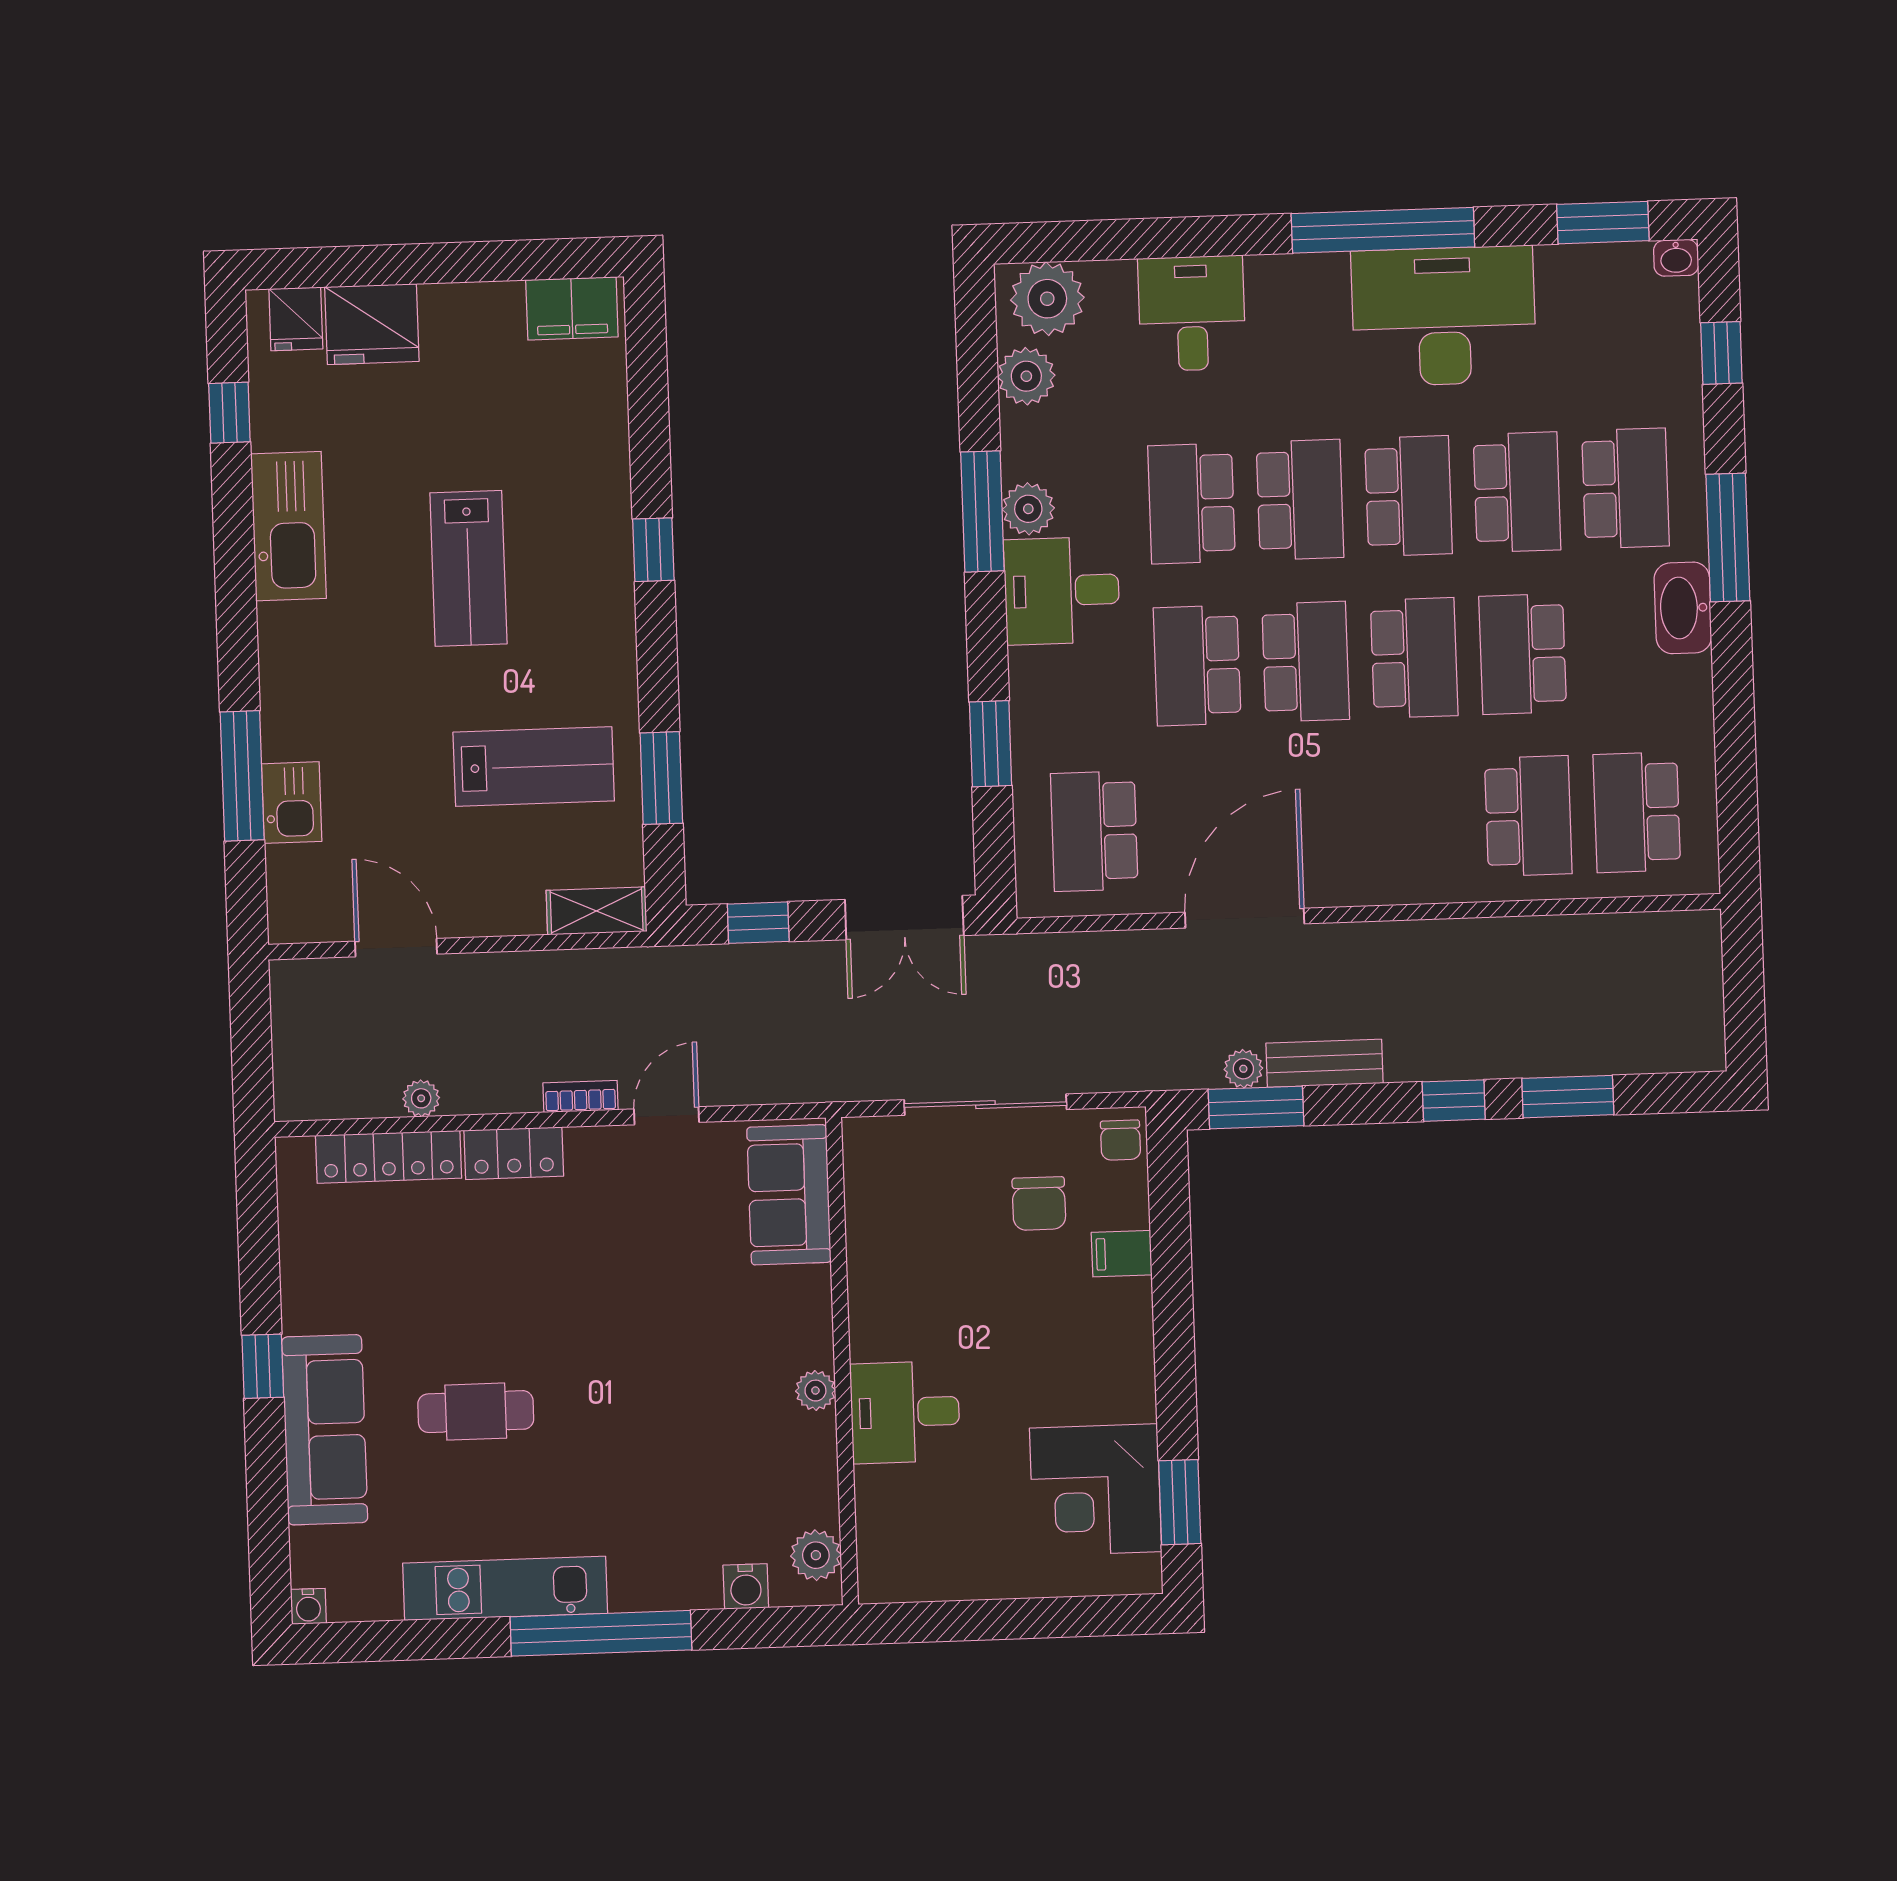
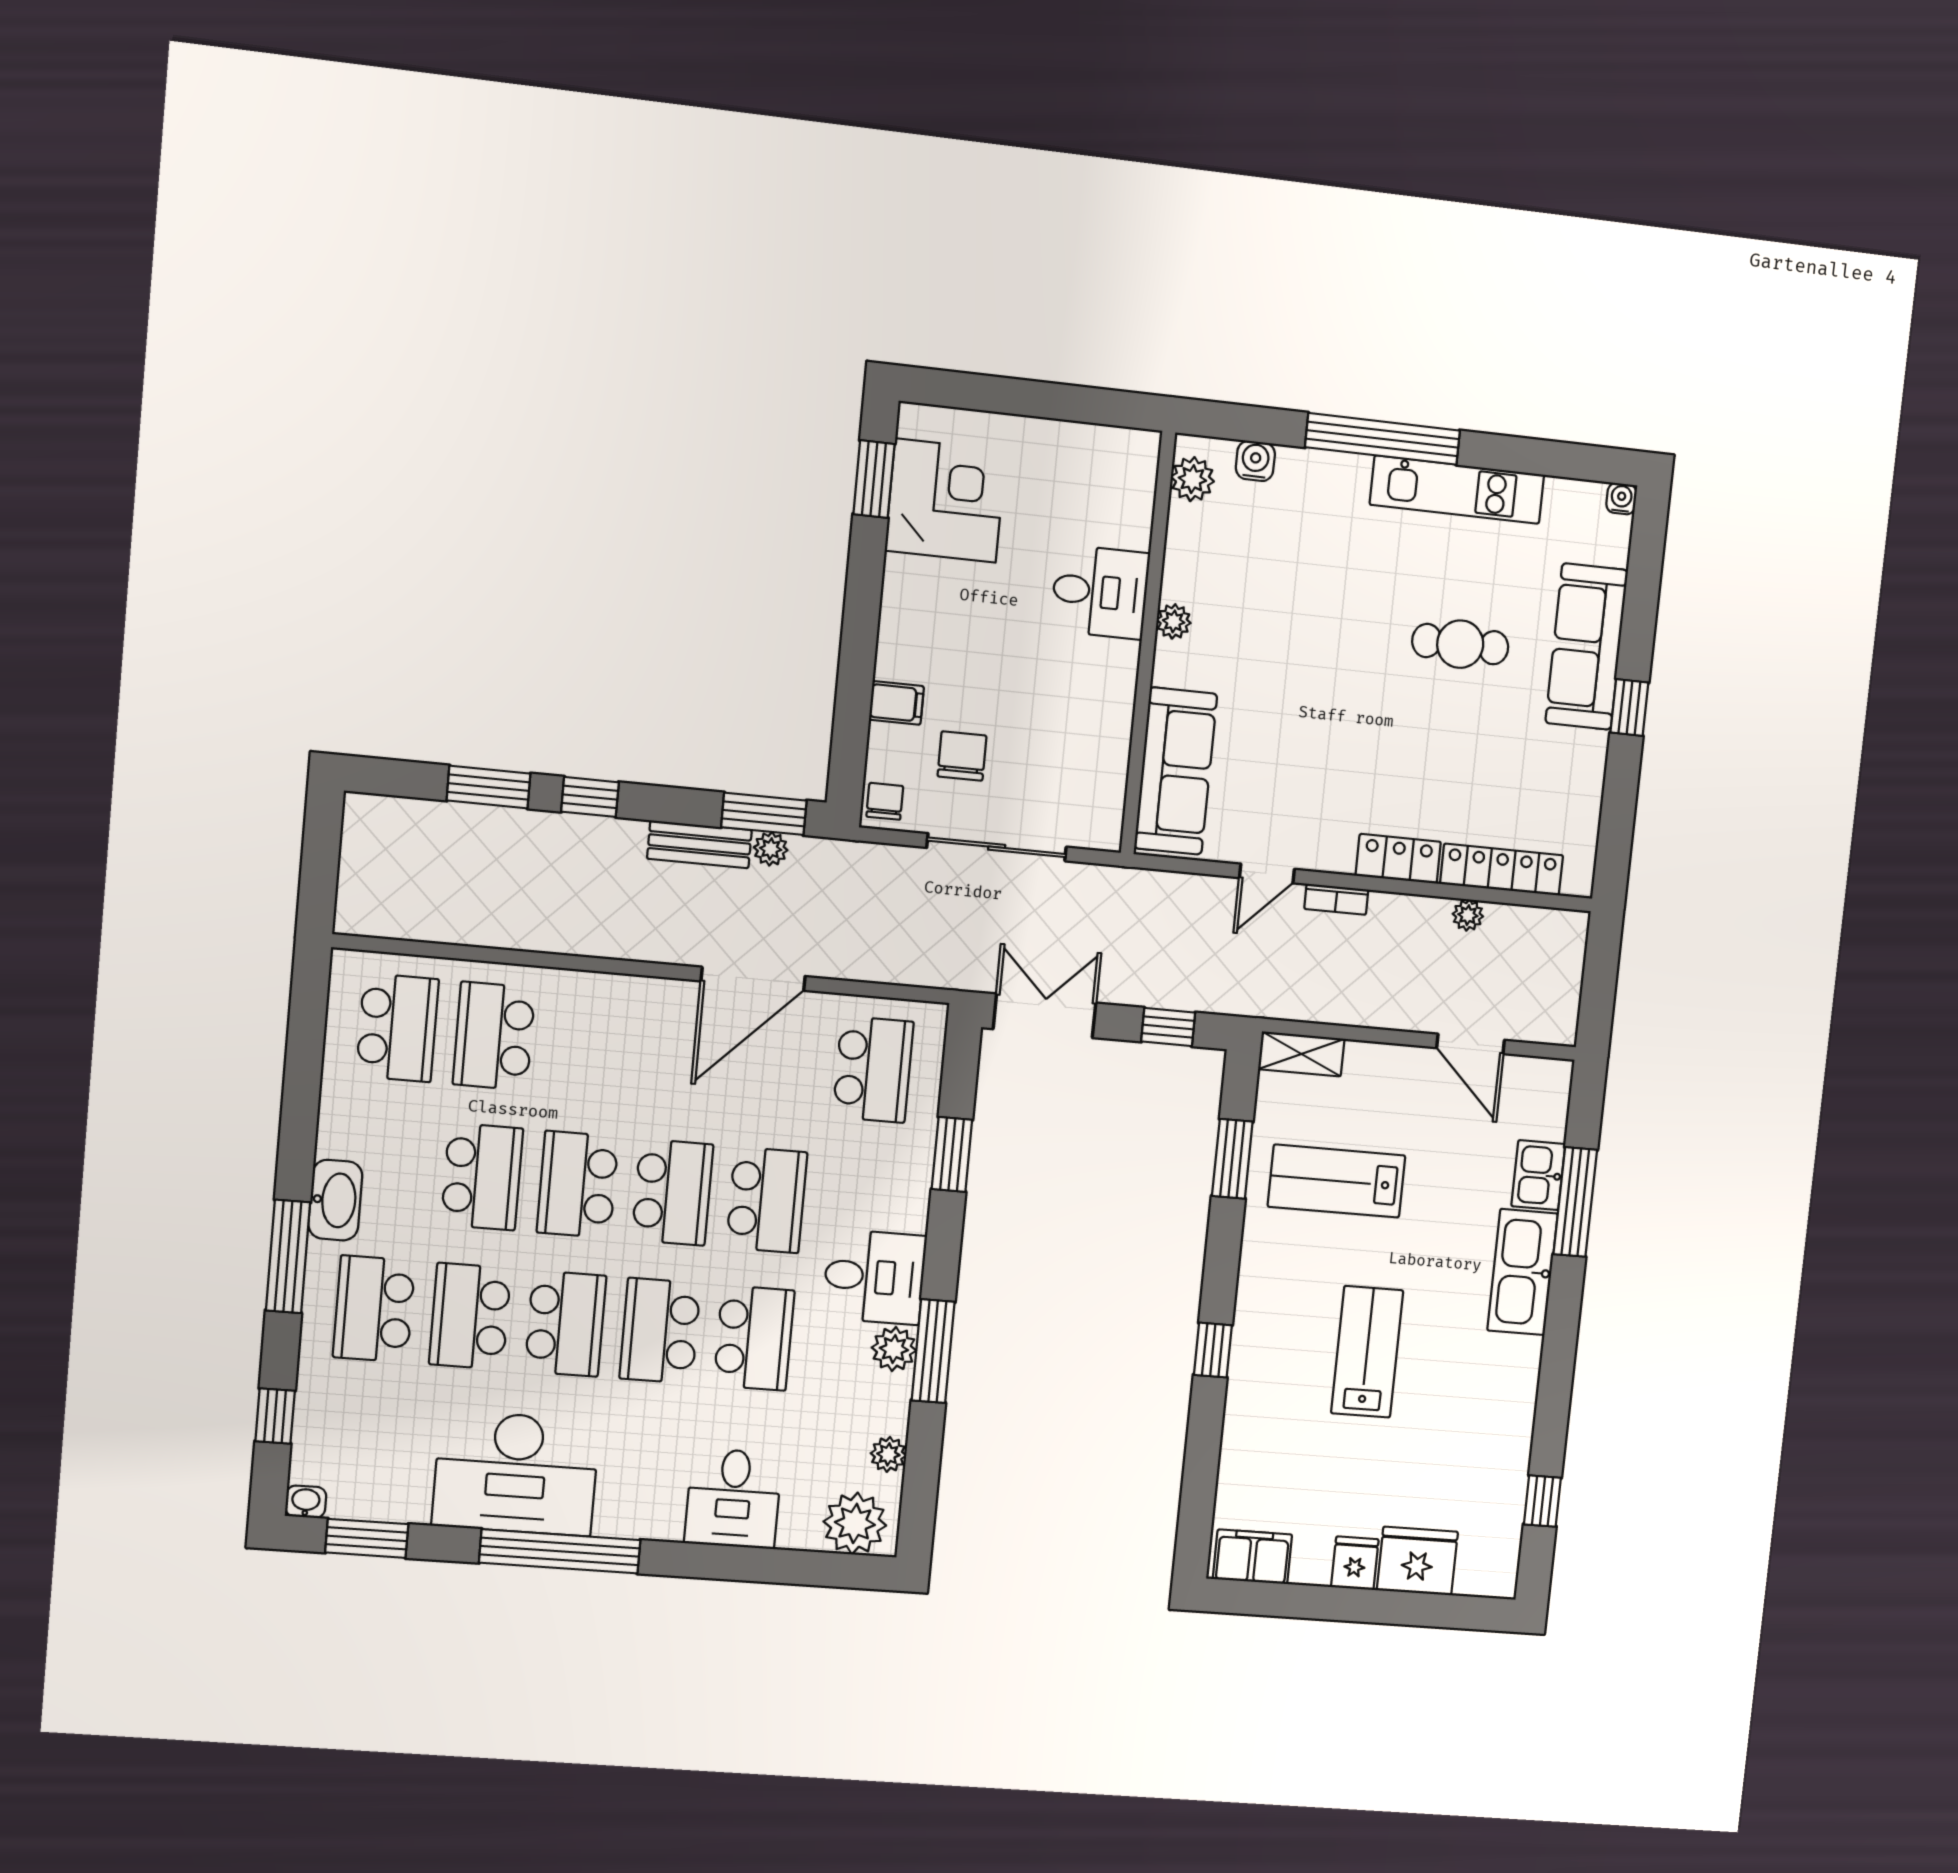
fridge: (296, 319) -> (1355, 1563), moved
plant: (1026, 376) -> (888, 1454), width x0.73, depth x0.73
school desk: (1408, 496) -> (565, 1324), turned 180
kitchen sink: (288, 526) -> (1523, 1272), moved
school desk: (1306, 662) -> (672, 1192), turned 180
sofa: (789, 1195) -> (1176, 771), width x1.36

